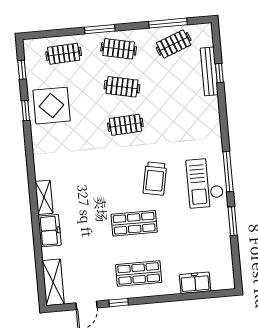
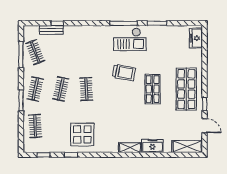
bench: (209, 71) -> (51, 30), width x0.73
display table: (52, 106) -> (82, 134), moved
shop shelf: (139, 273) -> (186, 89), width x1.43, depth x1.36
freezer: (195, 283) -> (196, 38), moved

